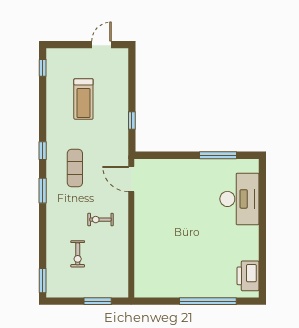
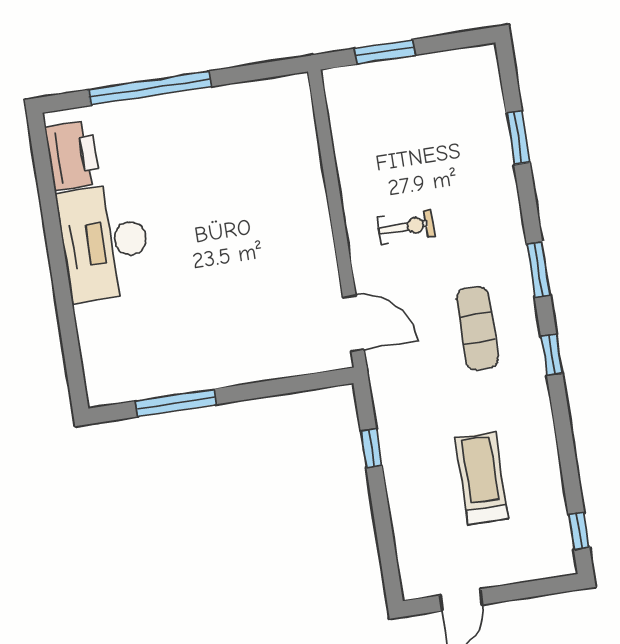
desk: (239, 199) -> (105, 242), moved
exercise bike: (78, 254) -> (443, 146), removed
window: (43, 281) -> (518, 138), moved

